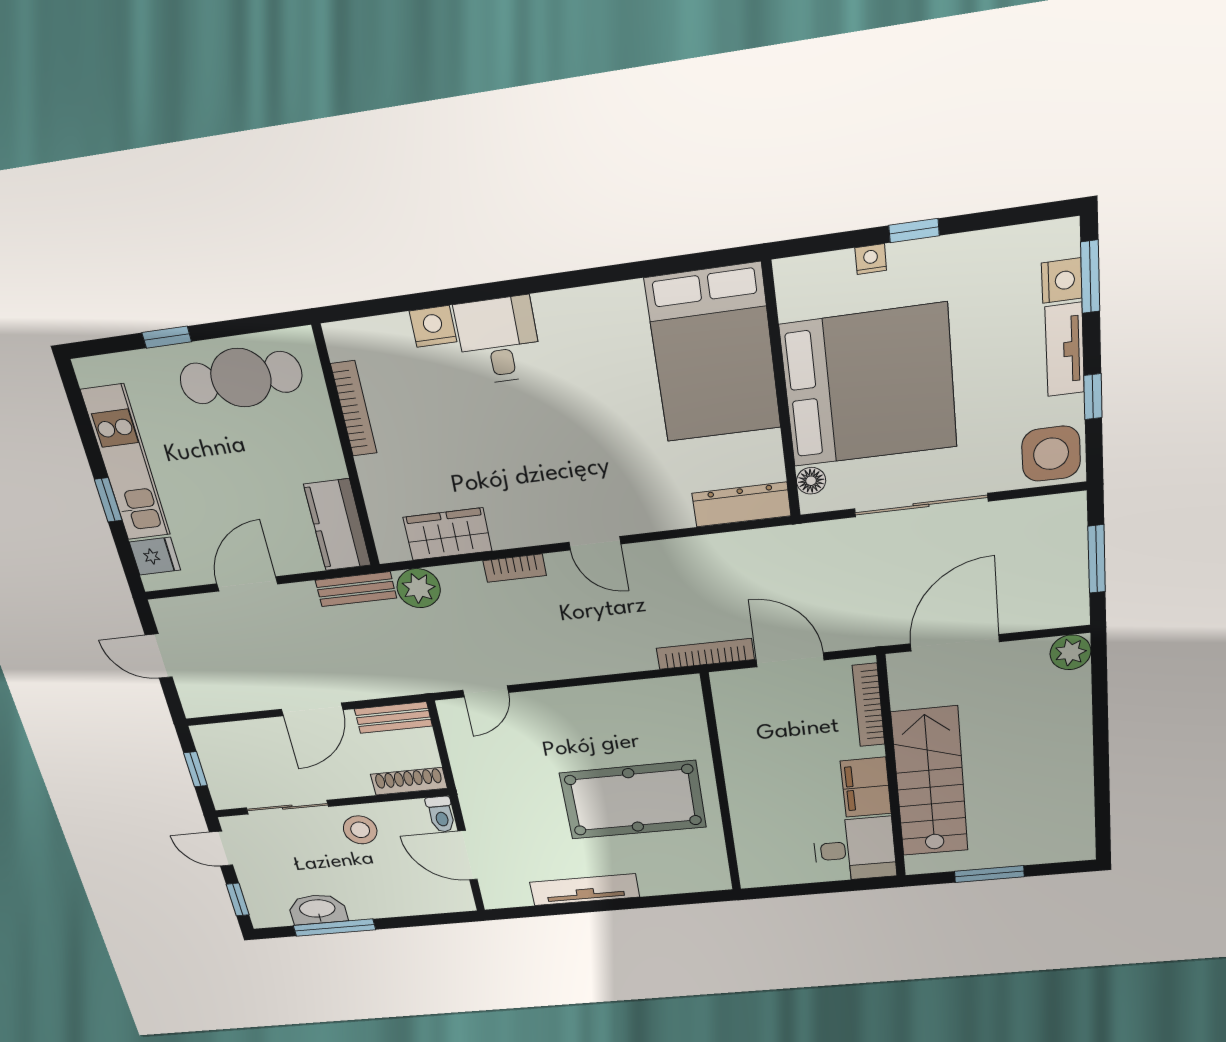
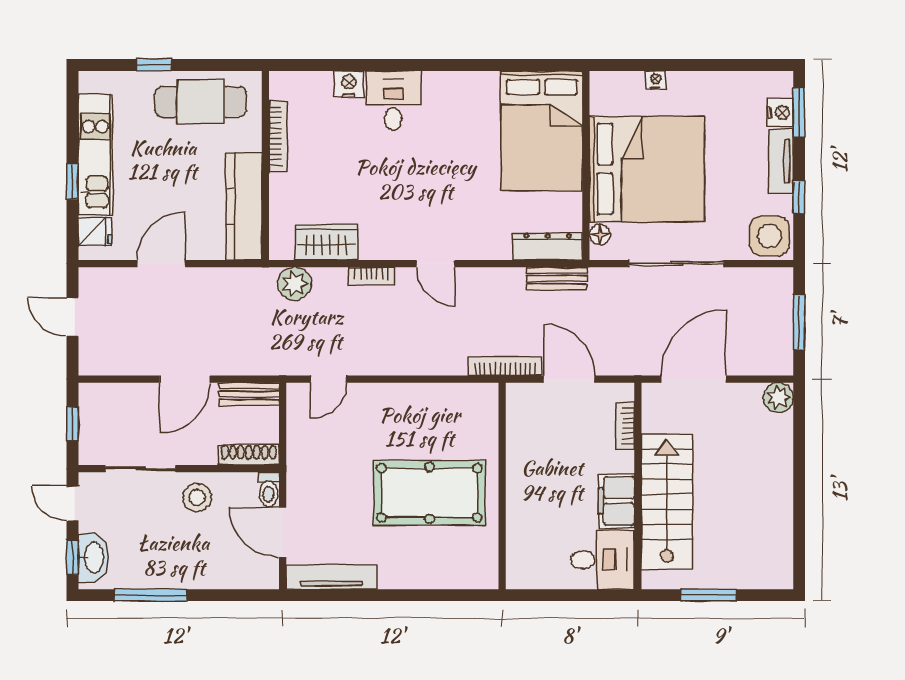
window: (914, 230) -> (686, 65), removed
kitchen counter: (337, 525) -> (244, 206), width x1.50
bench: (356, 589) -> (557, 279), moved
bookcase: (869, 705) -> (625, 426), width x0.64
tv unit: (585, 890) -> (331, 577), moved
washbasin: (317, 909) -> (93, 558), moved, turned 90

